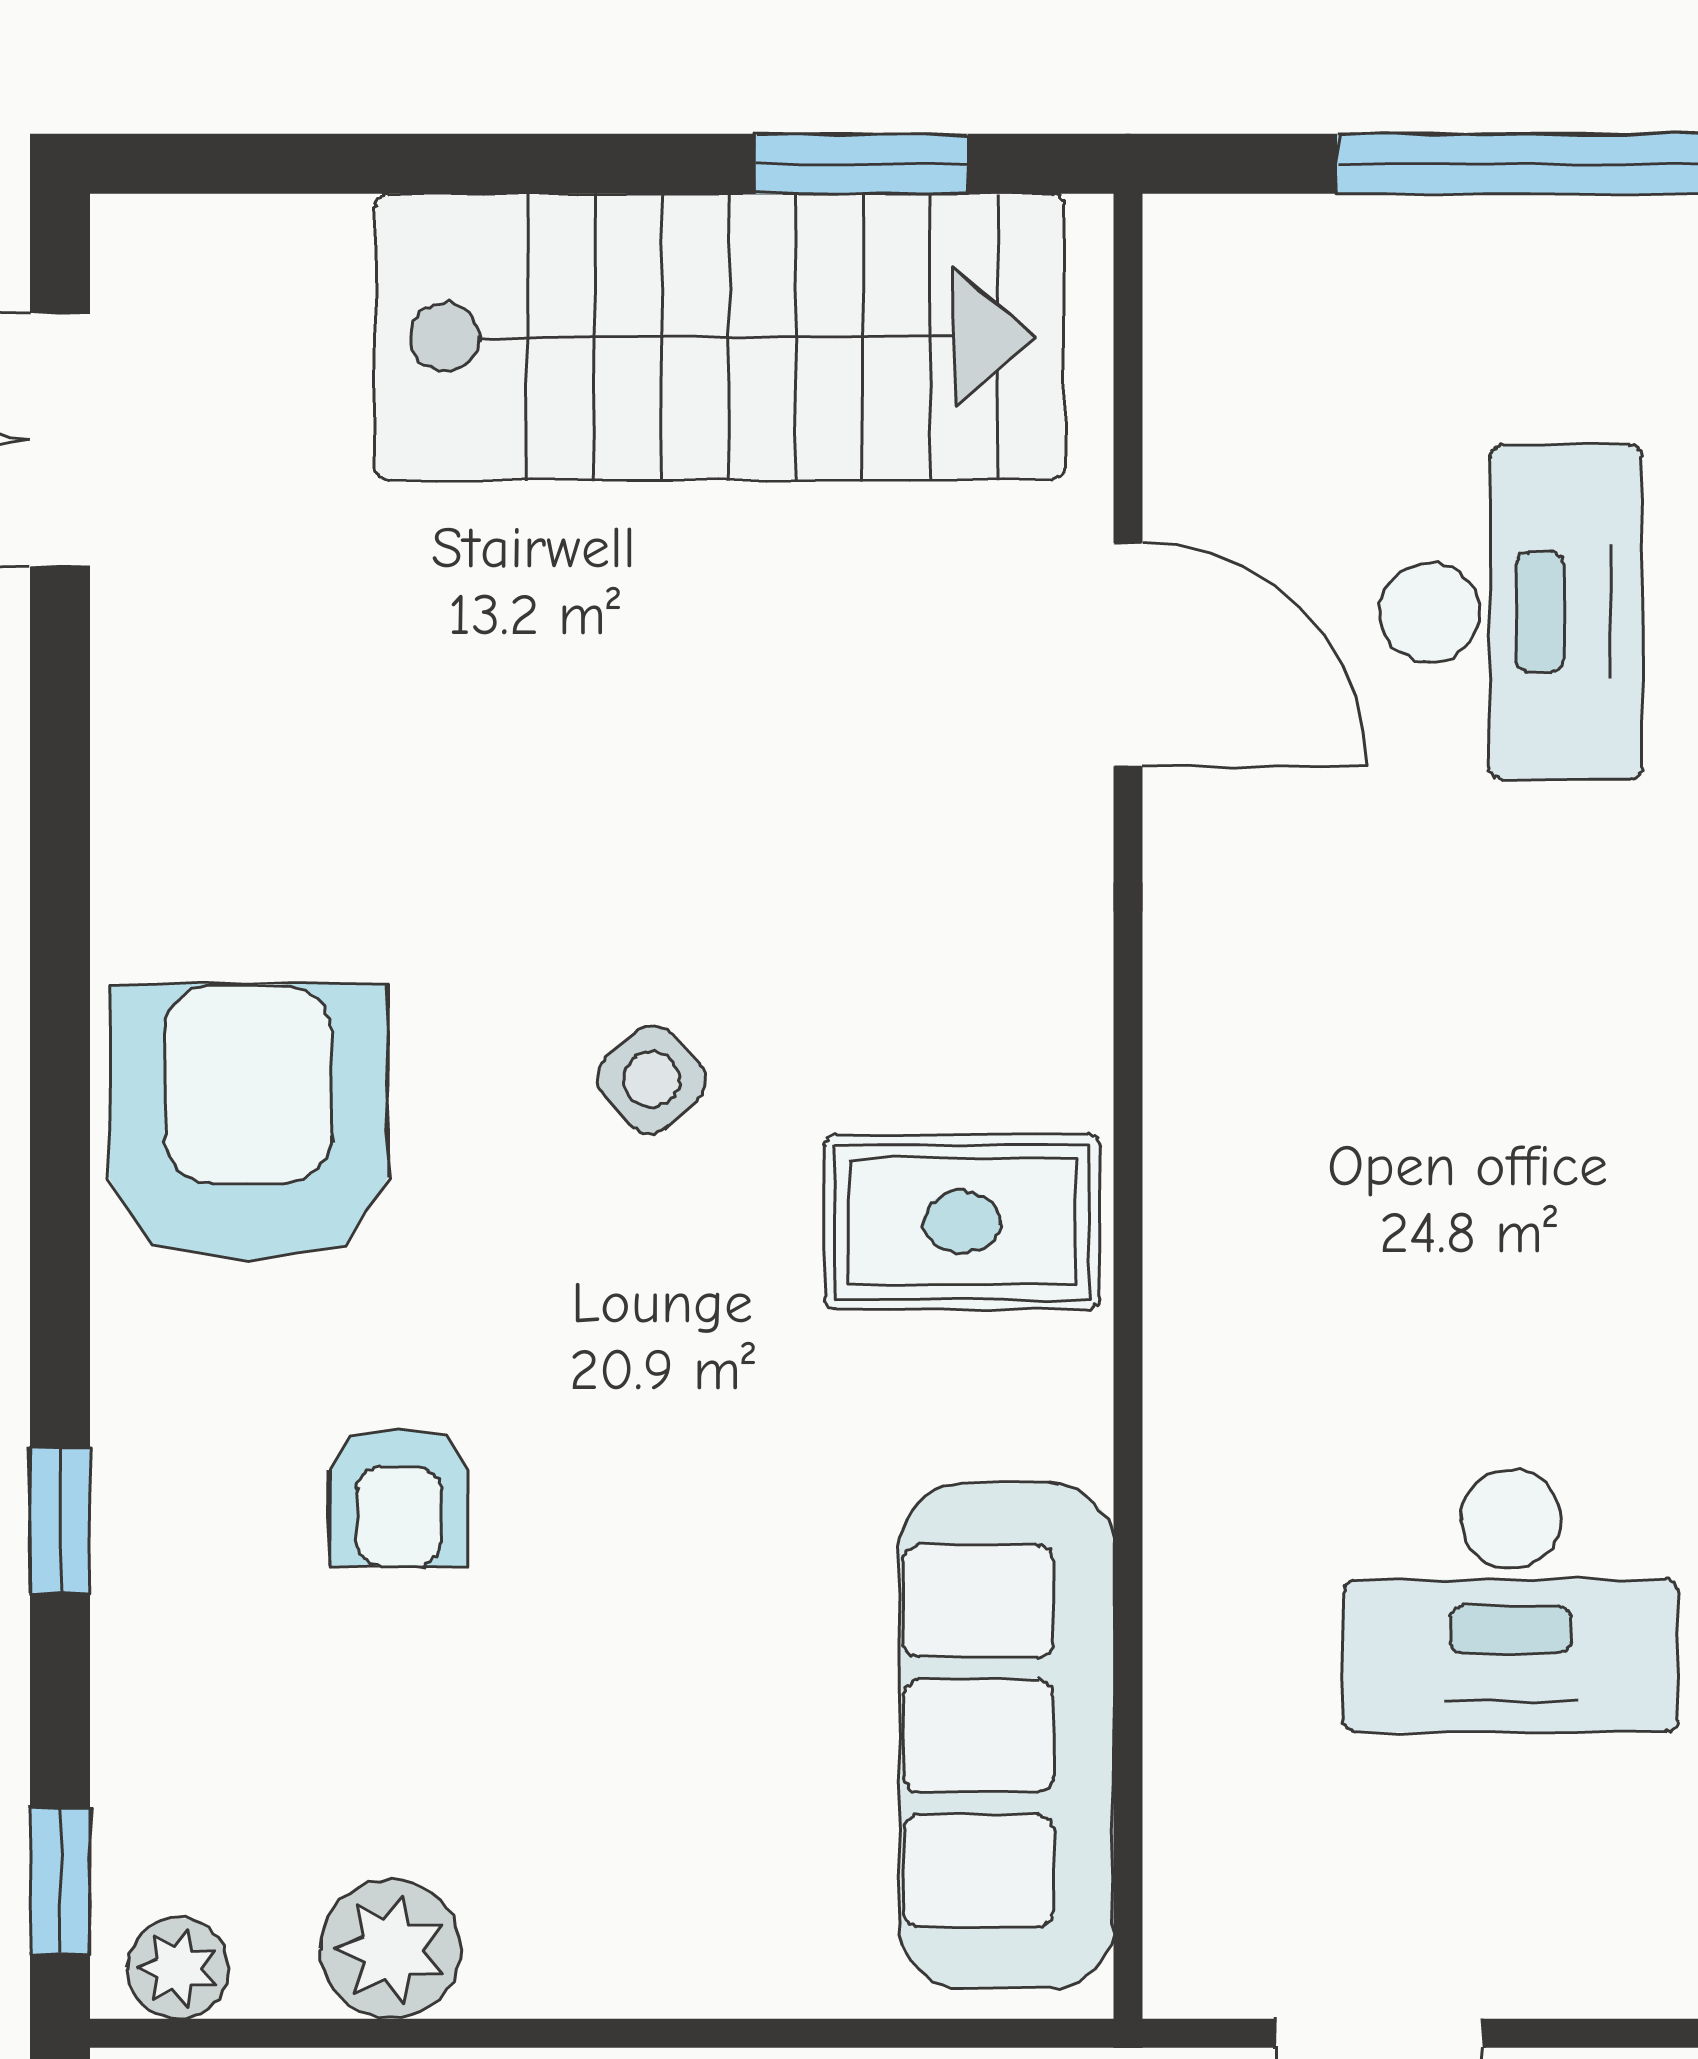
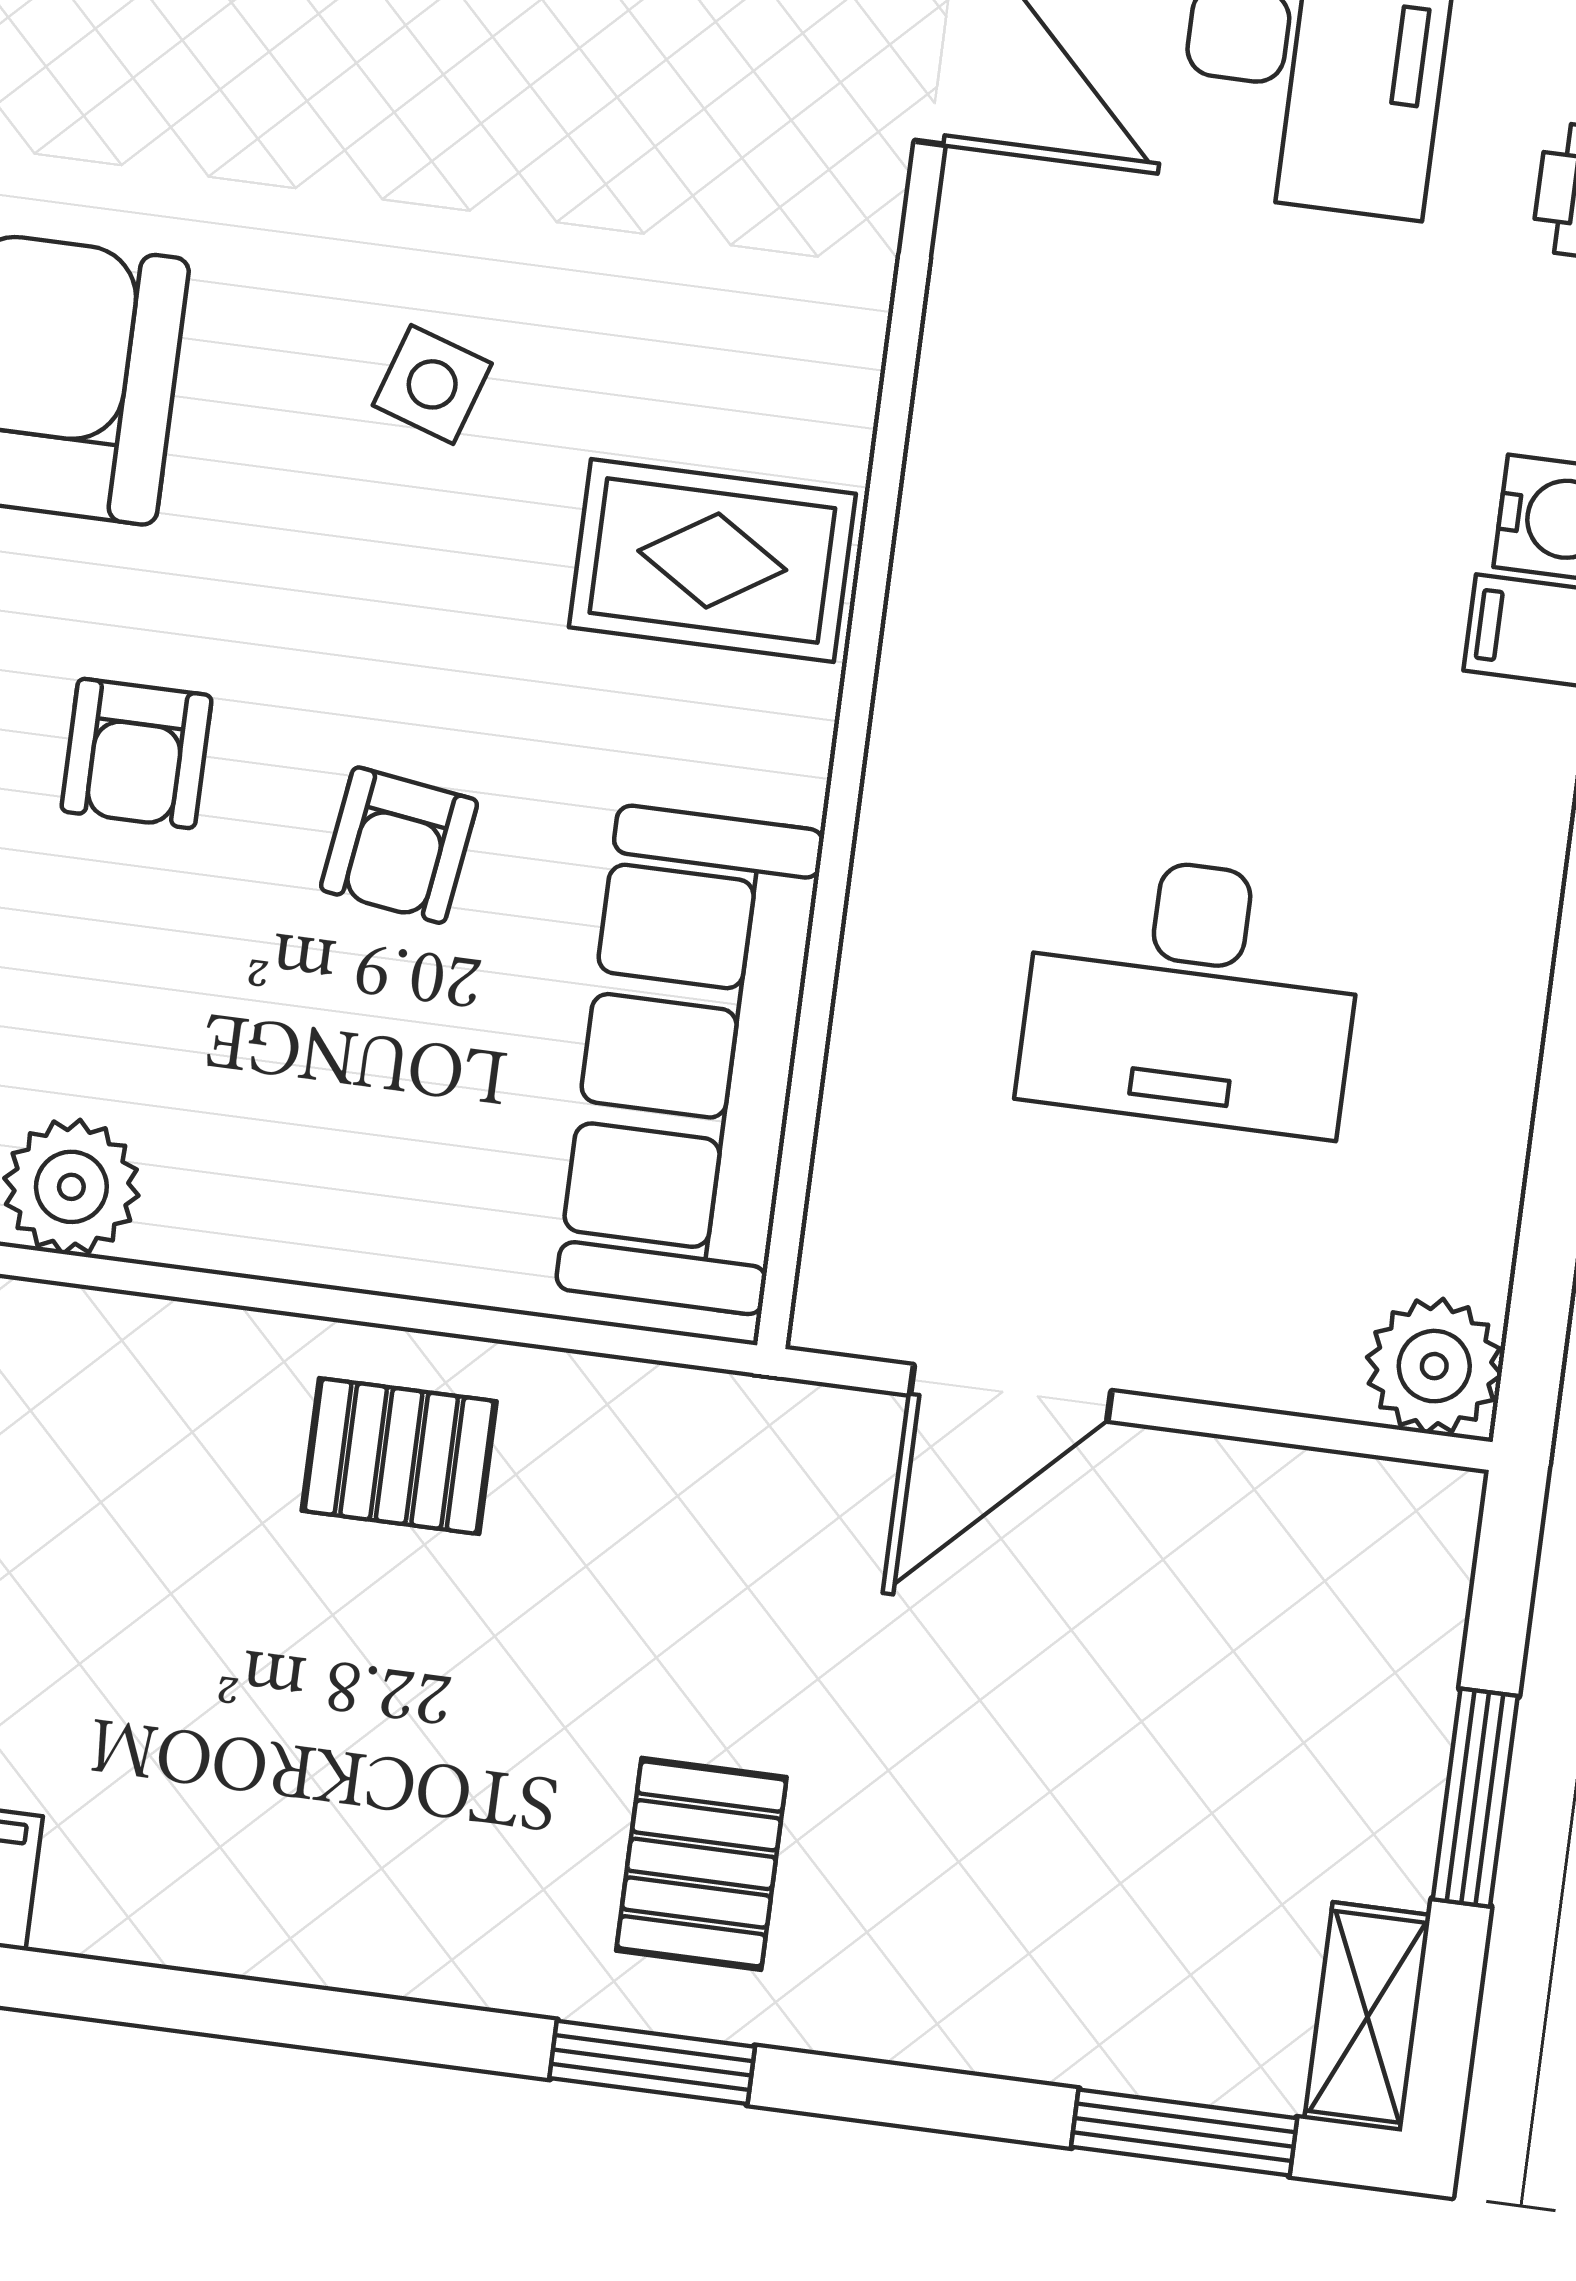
side table: (652, 1080) -> (432, 384), turned -30
armchair: (680, 1555) -> (399, 845), added

